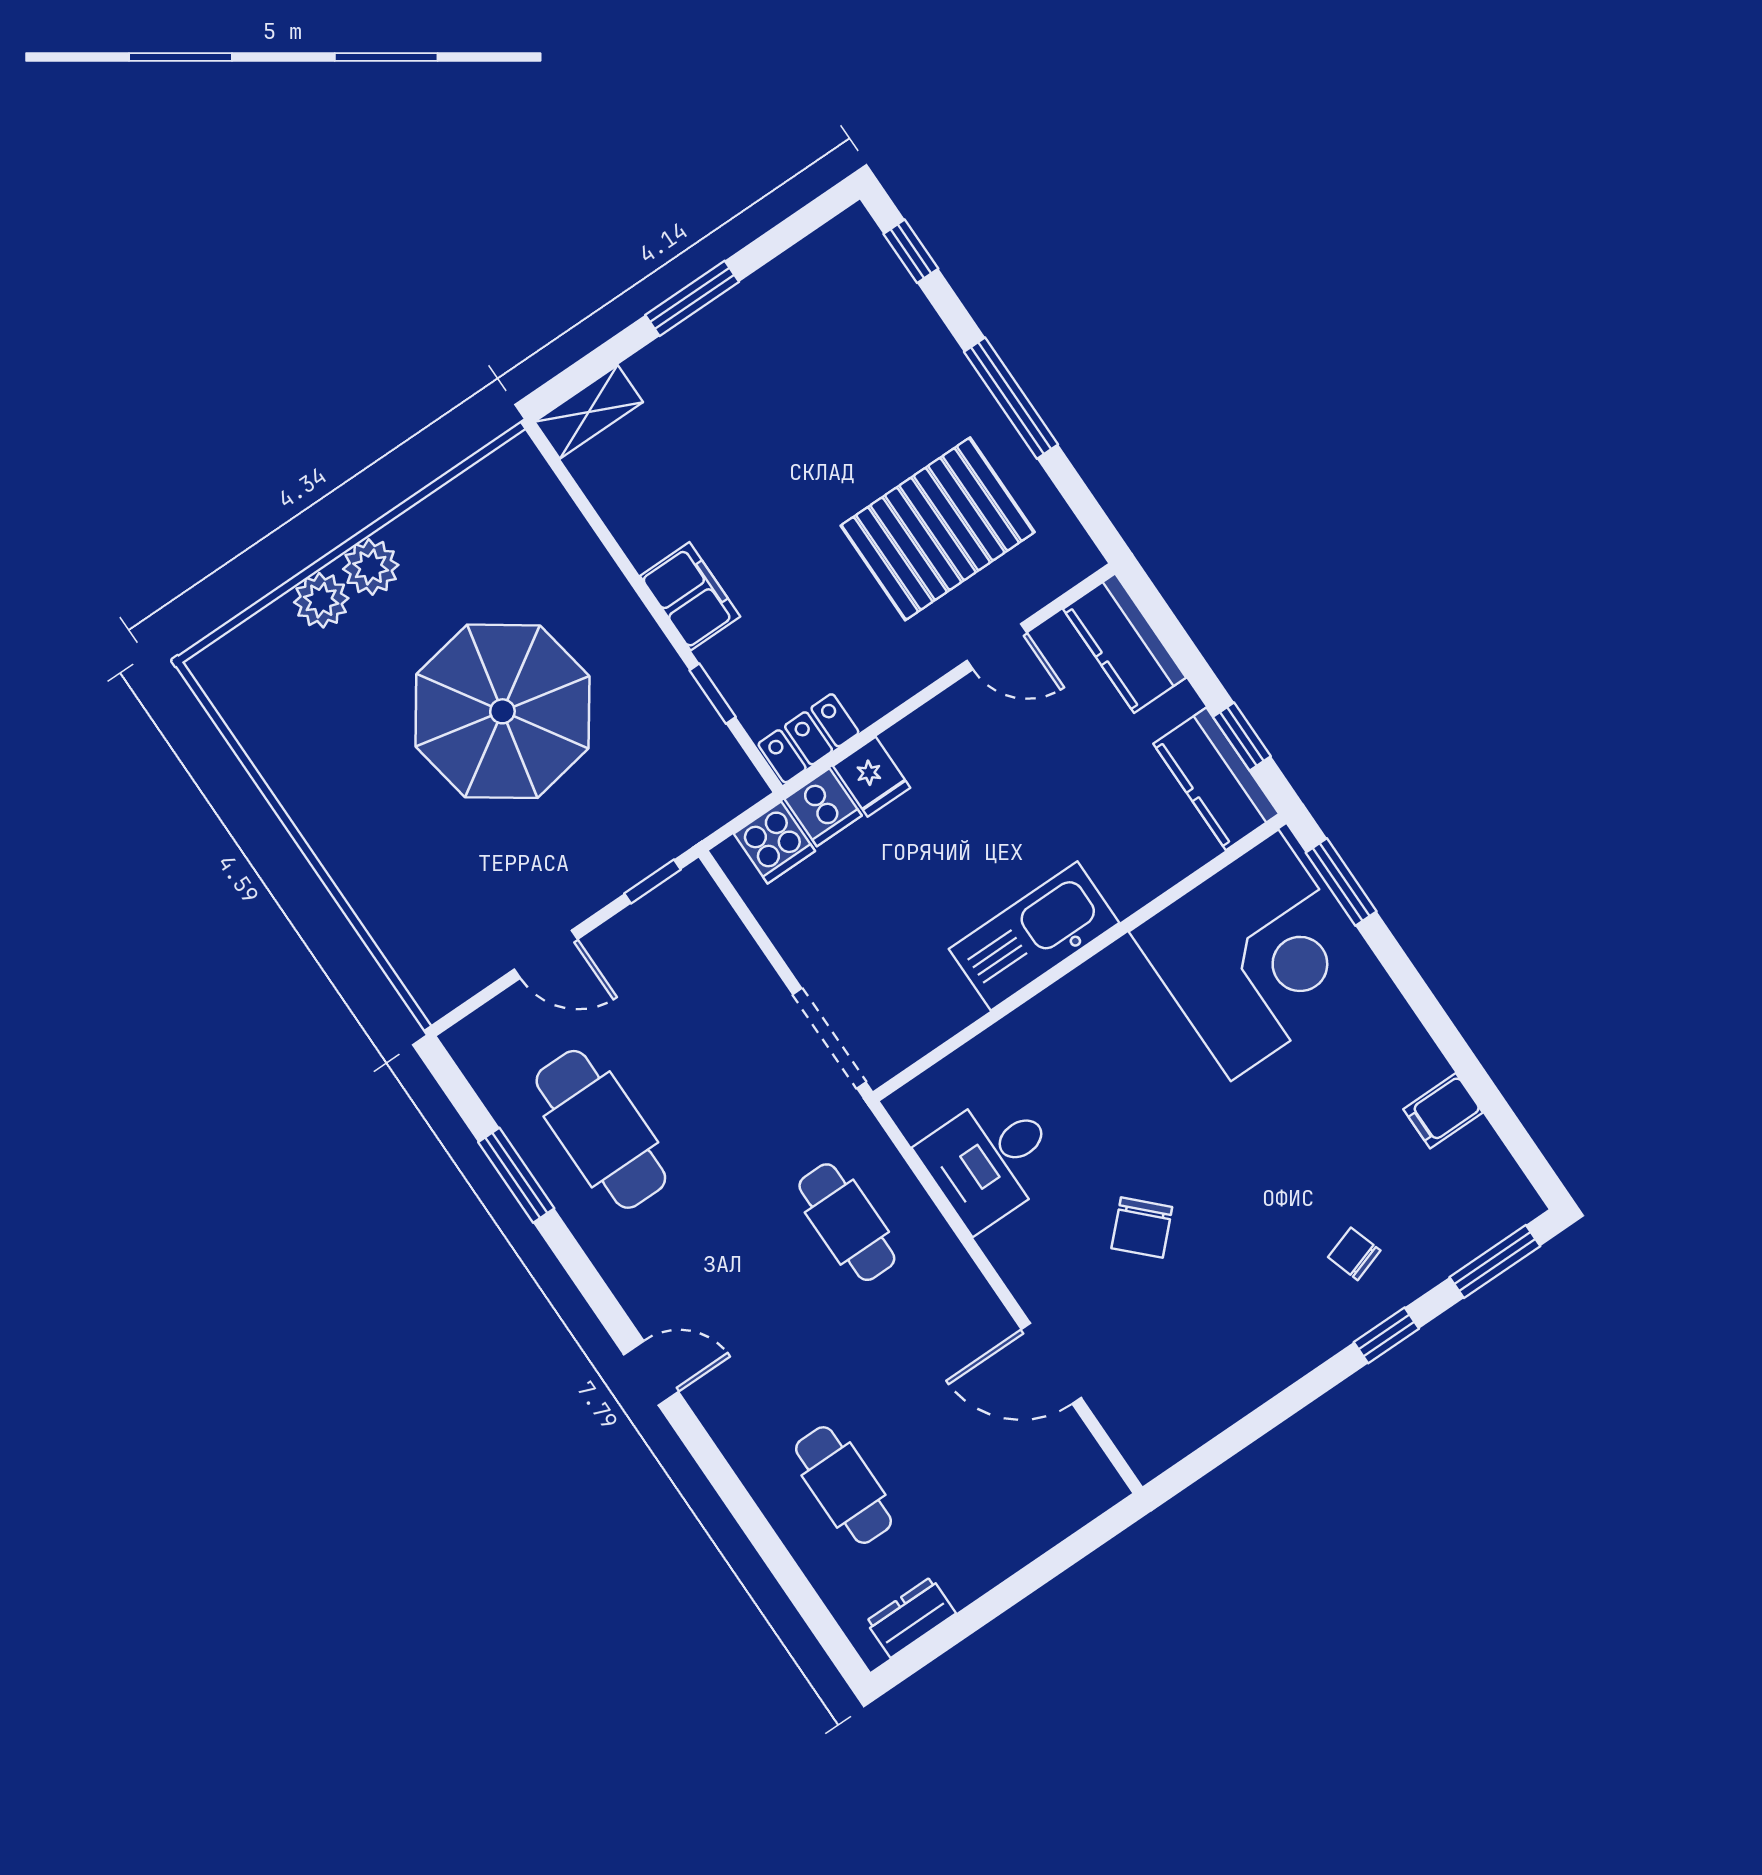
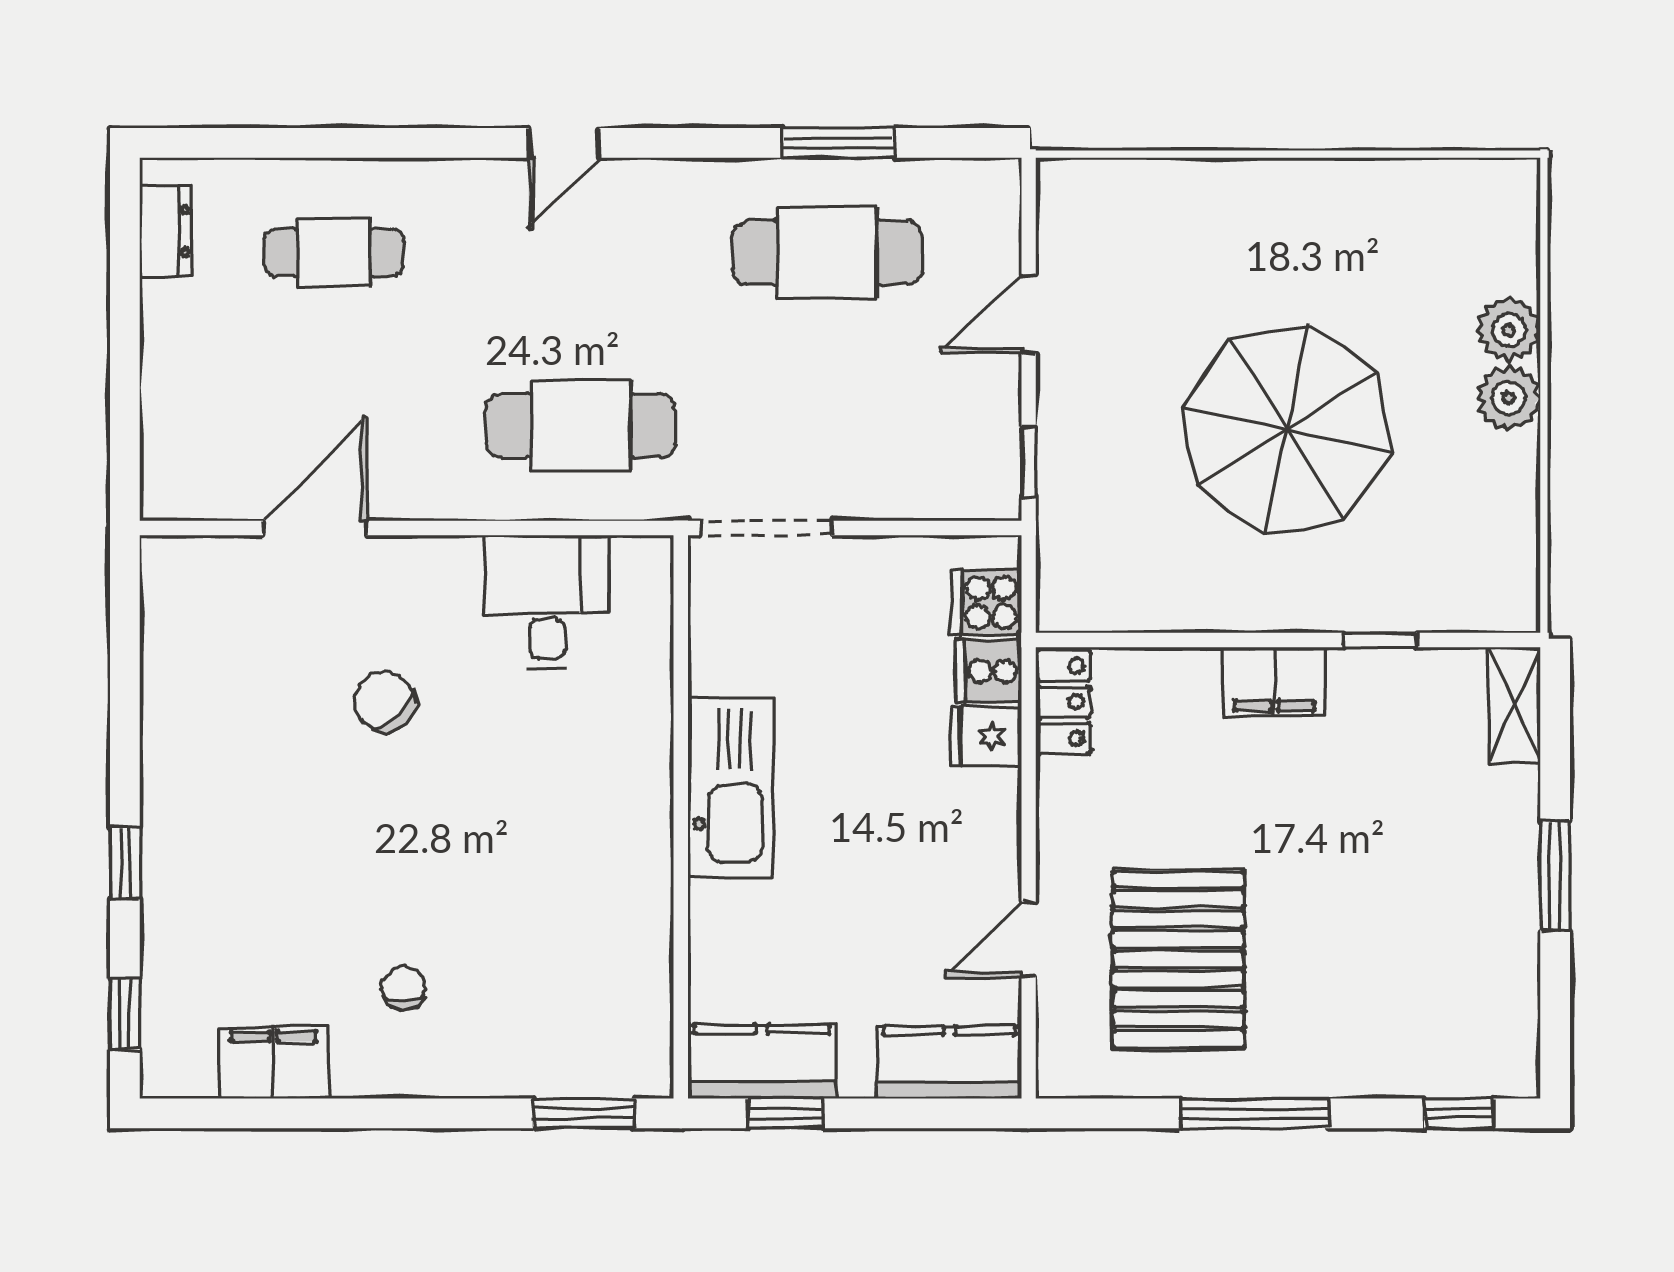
window: (713, 694) -> (1380, 640), moved
corner desk: (1255, 955) -> (570, 984), removed
filing cabinet: (1443, 1111) -> (274, 1062), width x2.00
cafe table: (847, 1222) -> (581, 426), width x1.37, depth x1.35
chair: (1354, 1254) -> (404, 988), moved, turned -72
window: (1495, 1262) -> (125, 1014), width x0.67

